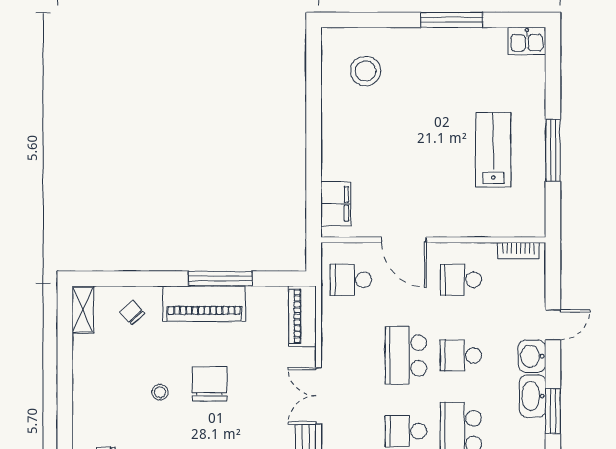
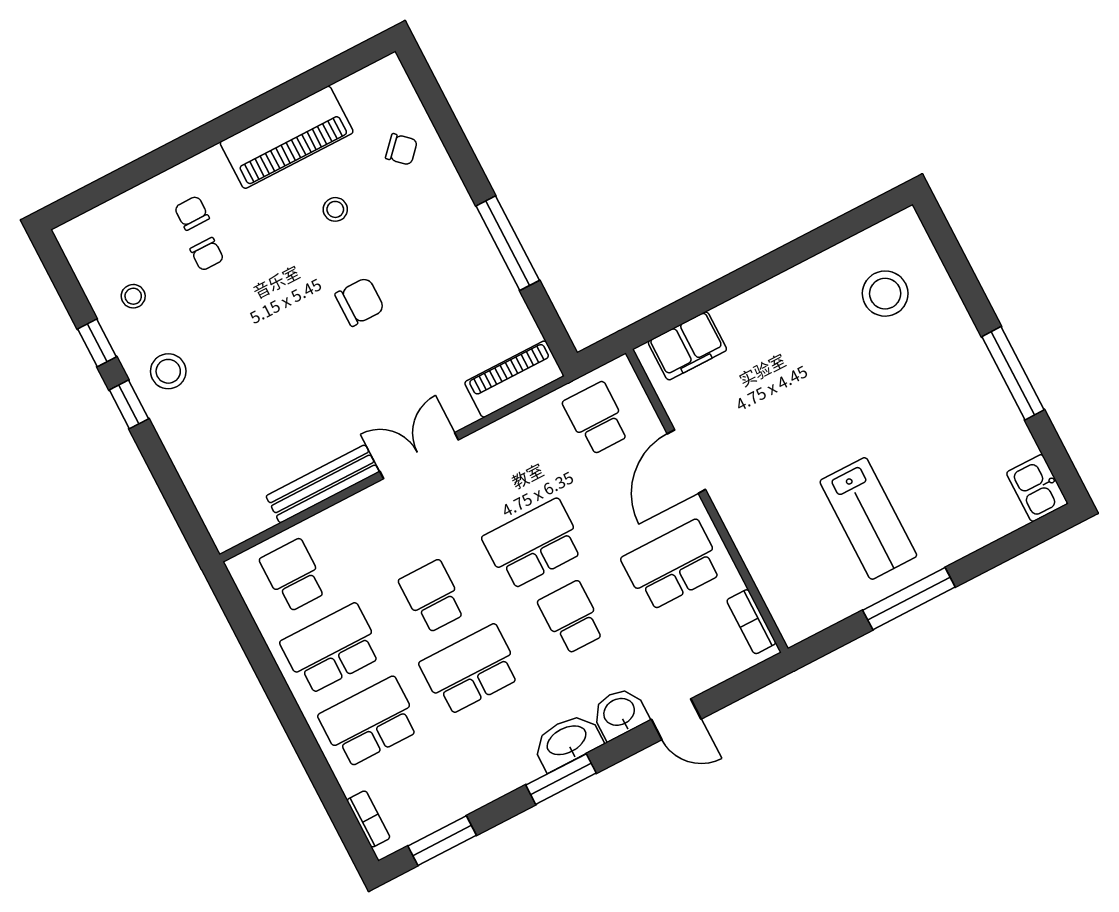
lab bench: (493, 150) -> (868, 518), turned 90
school desk: (461, 280) -> (672, 565), width x1.85
piano: (204, 304) -> (287, 137), moved, turned -90
shelving: (83, 310) -> (371, 81), removed
chair: (132, 313) -> (401, 149), turned 86
chair: (210, 384) -> (360, 302), width x0.73, depth x0.73
stool: (160, 392) -> (335, 209), moved

